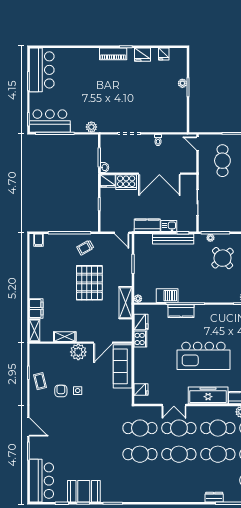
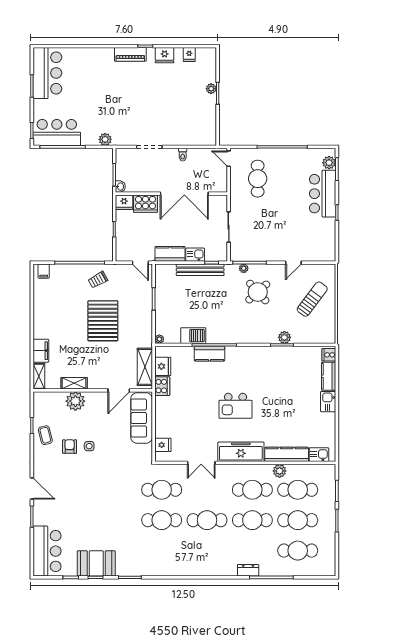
shelving: (126, 303) -> (145, 367), moved
plant: (78, 352) -> (75, 401), moved
kitchen island: (203, 356) -> (235, 406), width x0.54, depth x0.78
cafe table: (179, 428) -> (207, 490), removed

